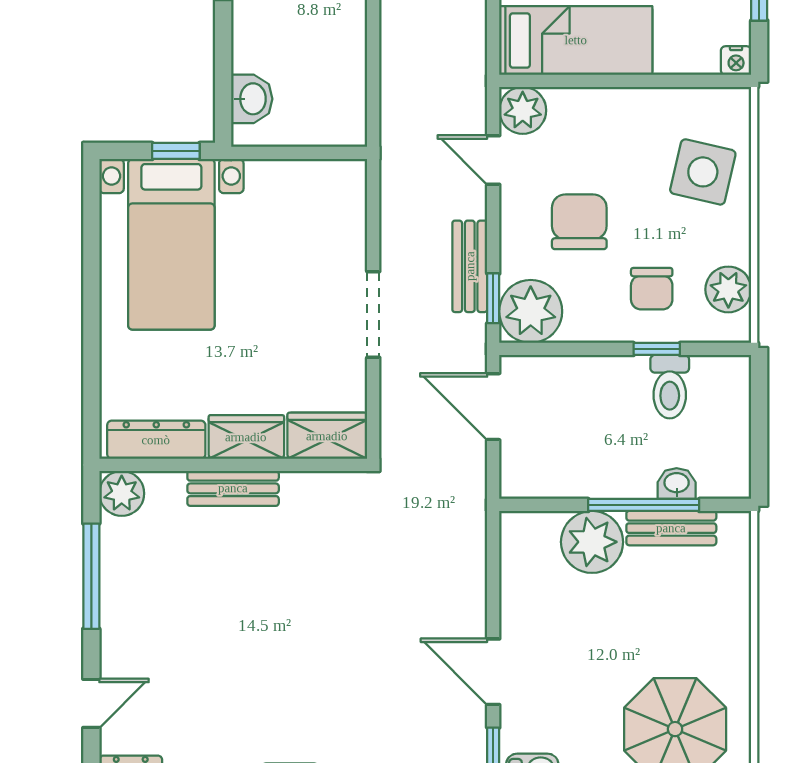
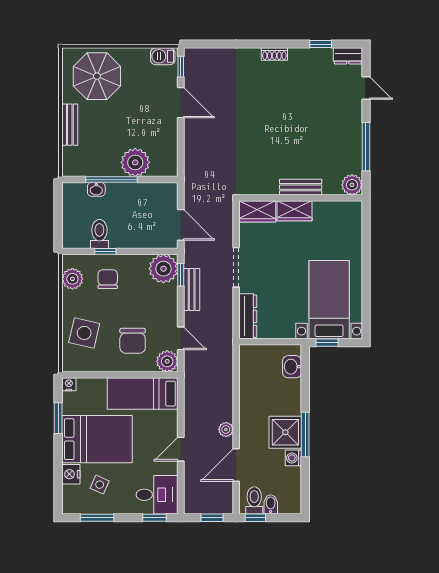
chair: (579, 222) -> (133, 341), moved
dresser: (156, 440) -> (248, 316), moved, turned -90
bench: (671, 528) -> (70, 125), moved, turned 90
door: (91, 703) -> (366, 88), swing flipped

